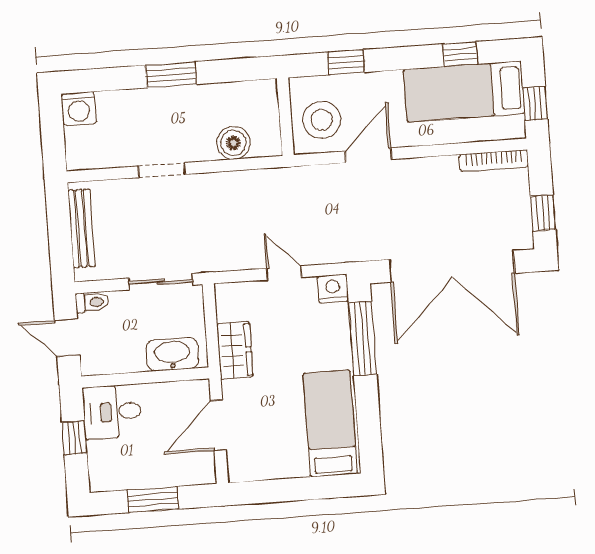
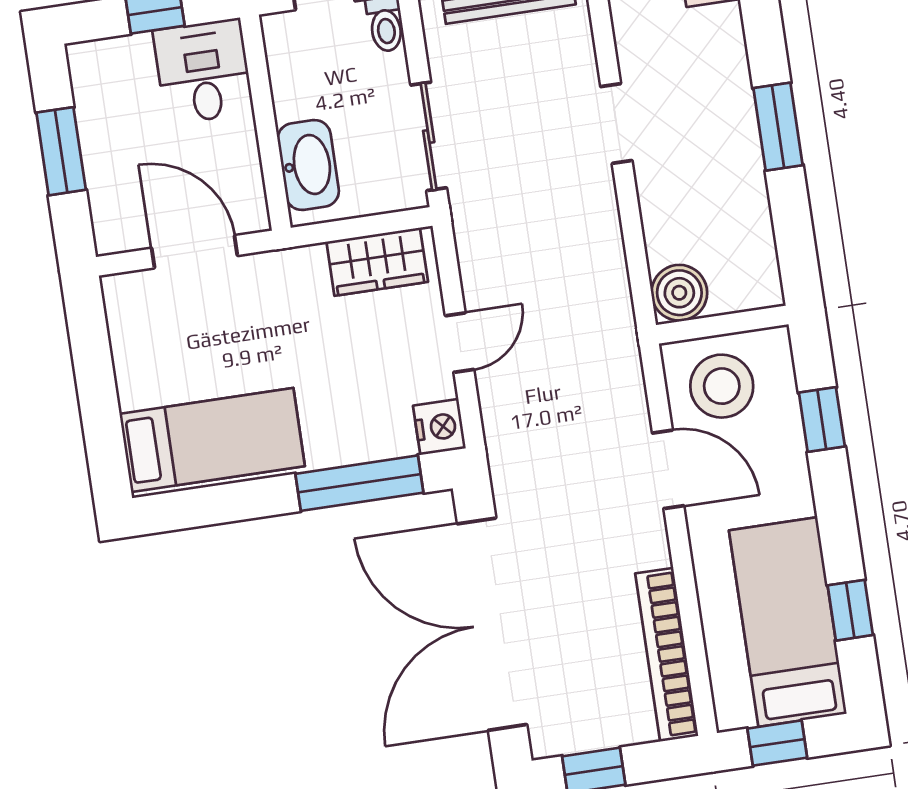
boiler: (234, 143) -> (679, 293), moved
bookcase: (494, 161) -> (667, 655), width x1.48, depth x1.31
wardrobe: (235, 350) -> (377, 262), moved

